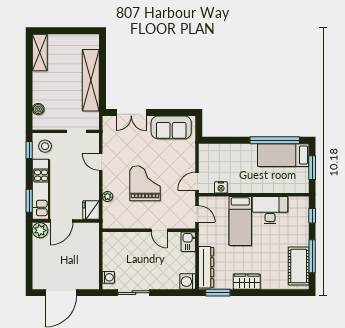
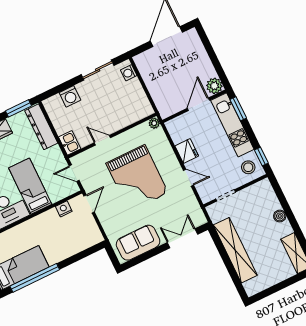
boiler: (38, 109) -> (280, 216), moved
grand piano: (145, 183) -> (137, 178), width x1.37, depth x1.48
plant: (107, 196) -> (154, 123), moved
fridge: (91, 210) -> (187, 151), moved
washing machine: (188, 282) -> (70, 96), moved, turned 90

